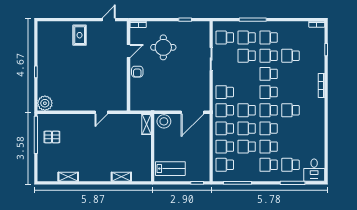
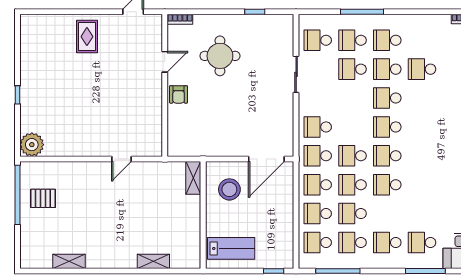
school desk: (290, 110) -> (422, 156), removed
stool: (164, 121) -> (229, 189), moved
school desk: (269, 147) -> (352, 242), moved

